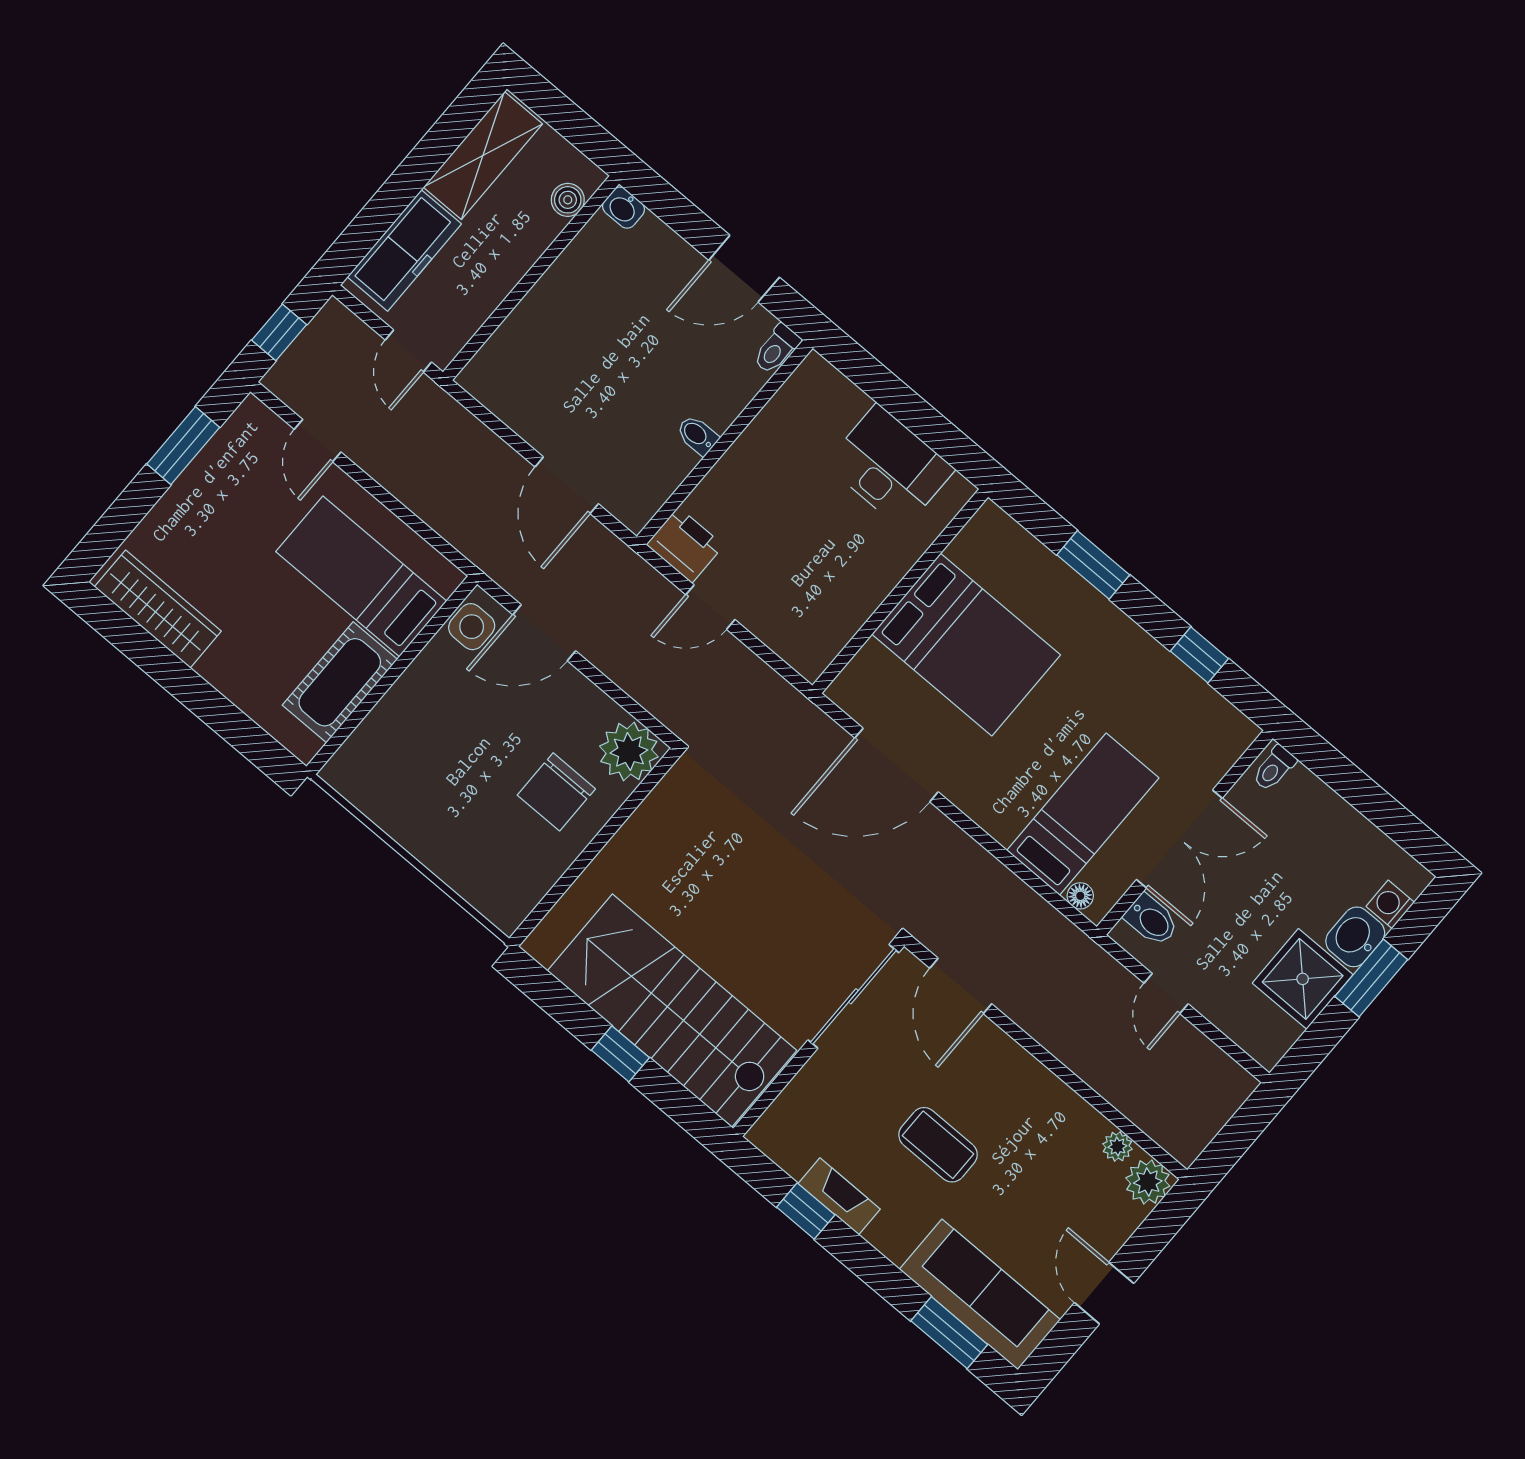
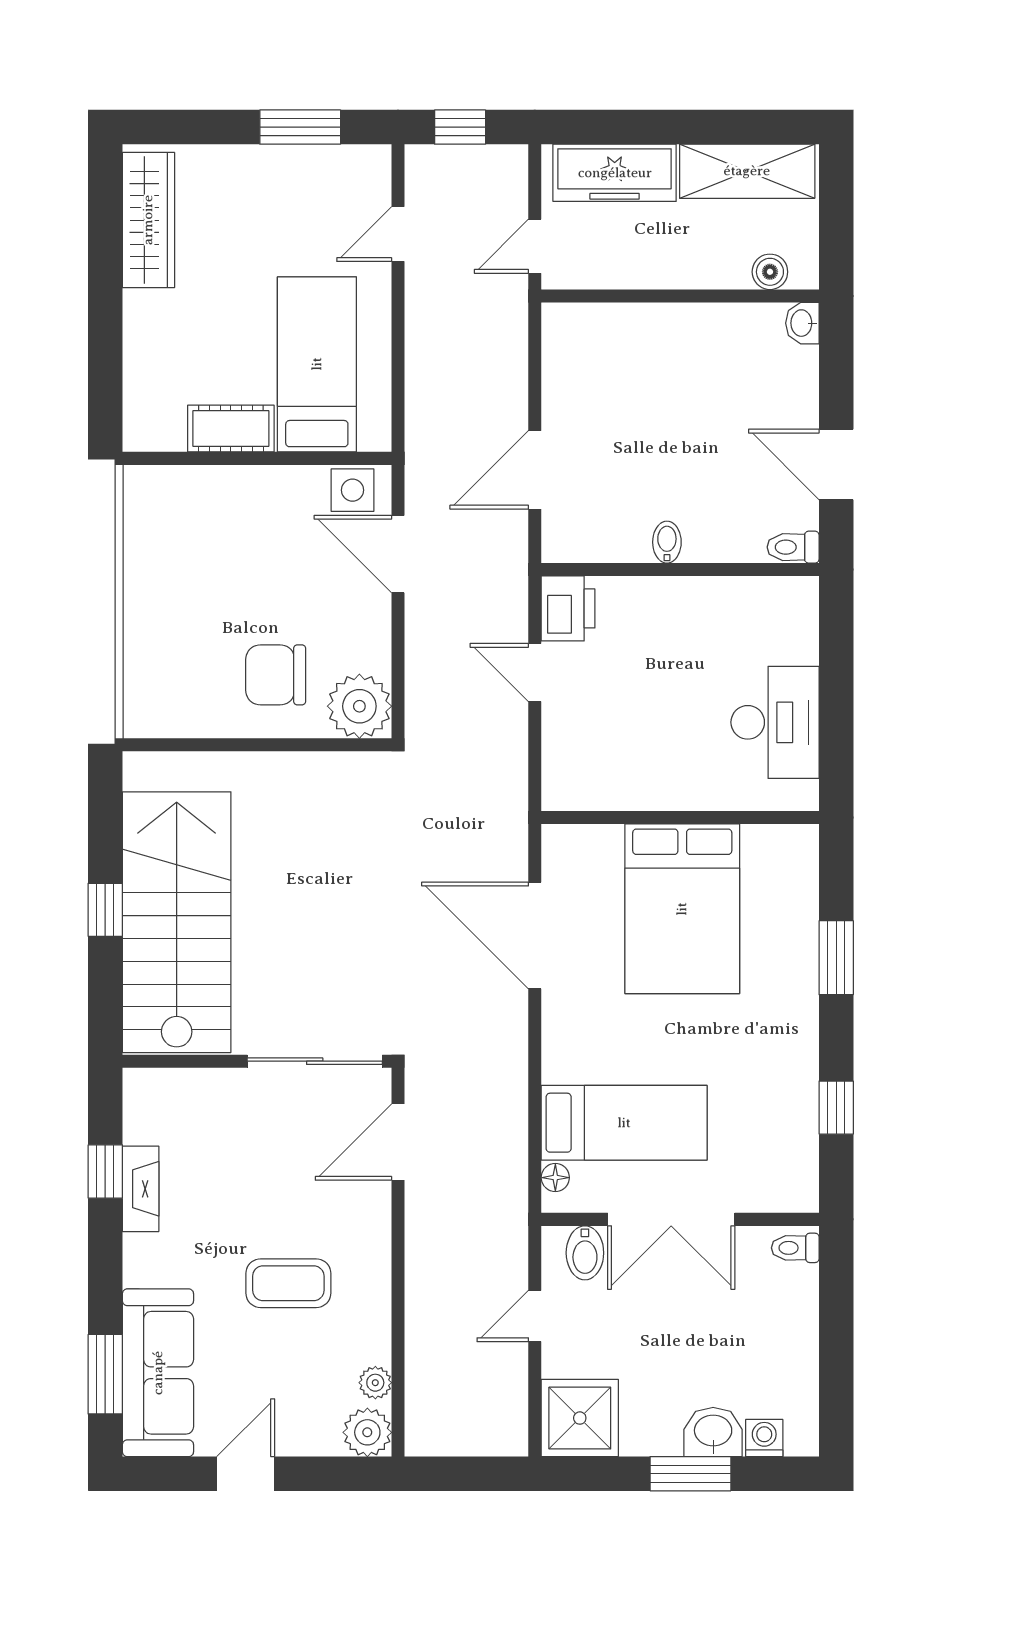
cot: (340, 682) -> (231, 429), width x0.73, depth x0.75
shower: (1303, 979) -> (580, 1418), moved
coffee table: (938, 1145) -> (288, 1283), moved, turned 90

